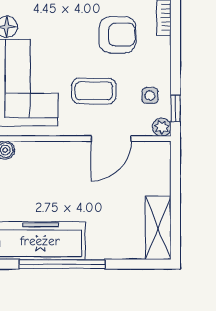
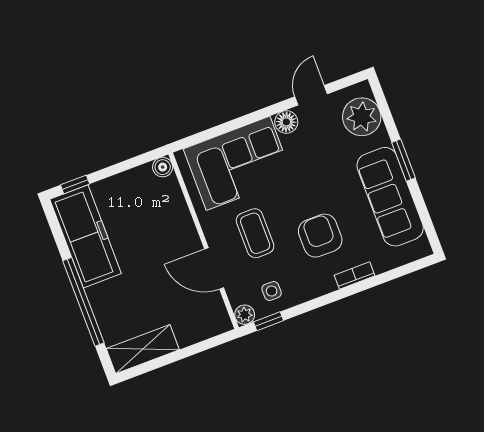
armchair: (117, 35) -> (320, 236), turned 180
window: (62, 264) -> (83, 302), moved

